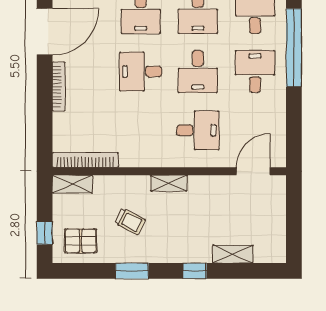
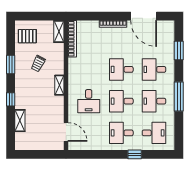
window: (294, 48) -> (135, 154), width x0.32
desk: (141, 71) -> (121, 69), turned -90
desk: (255, 71) -> (121, 133), turned 180
window: (45, 233) -> (32, 16), removed
pallet: (81, 241) -> (27, 36), turned 90

